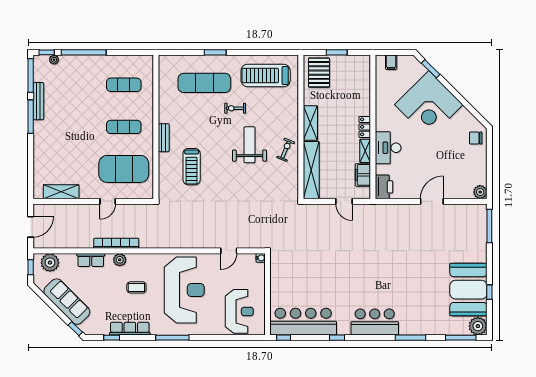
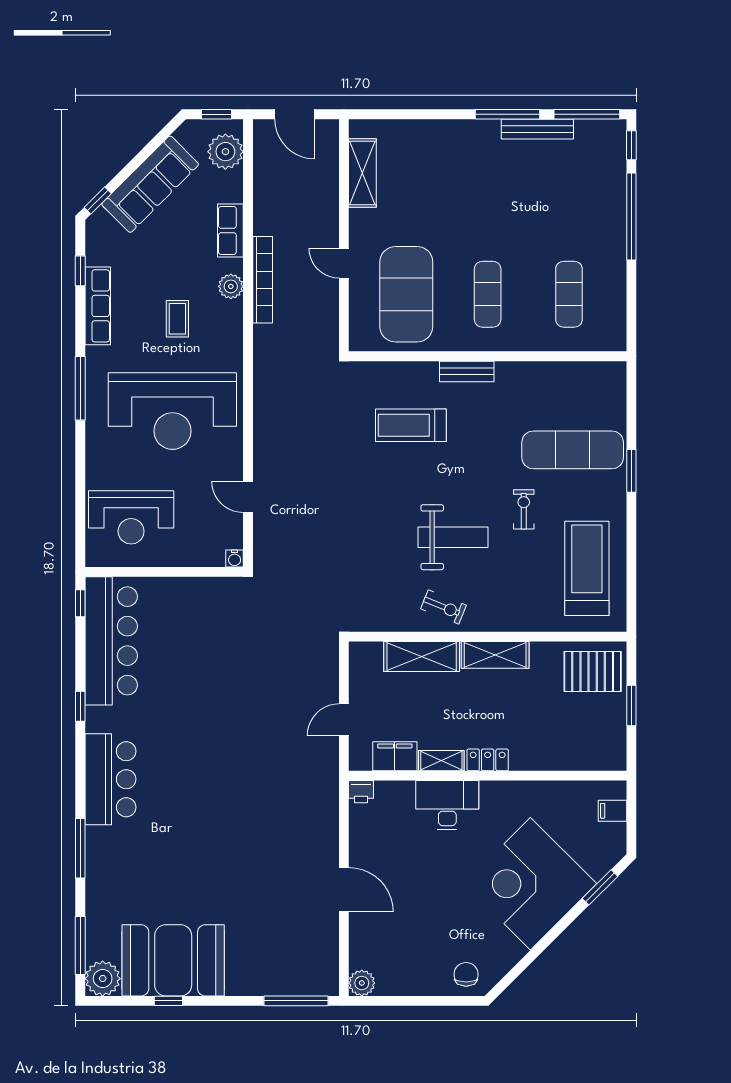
plant: (54, 60) -> (618, 159), removed
exercise mat: (204, 83) -> (573, 450), turned 90
shelving: (311, 170) -> (422, 657), width x0.68
printer: (384, 187) -> (361, 792), width x0.53, depth x0.68

